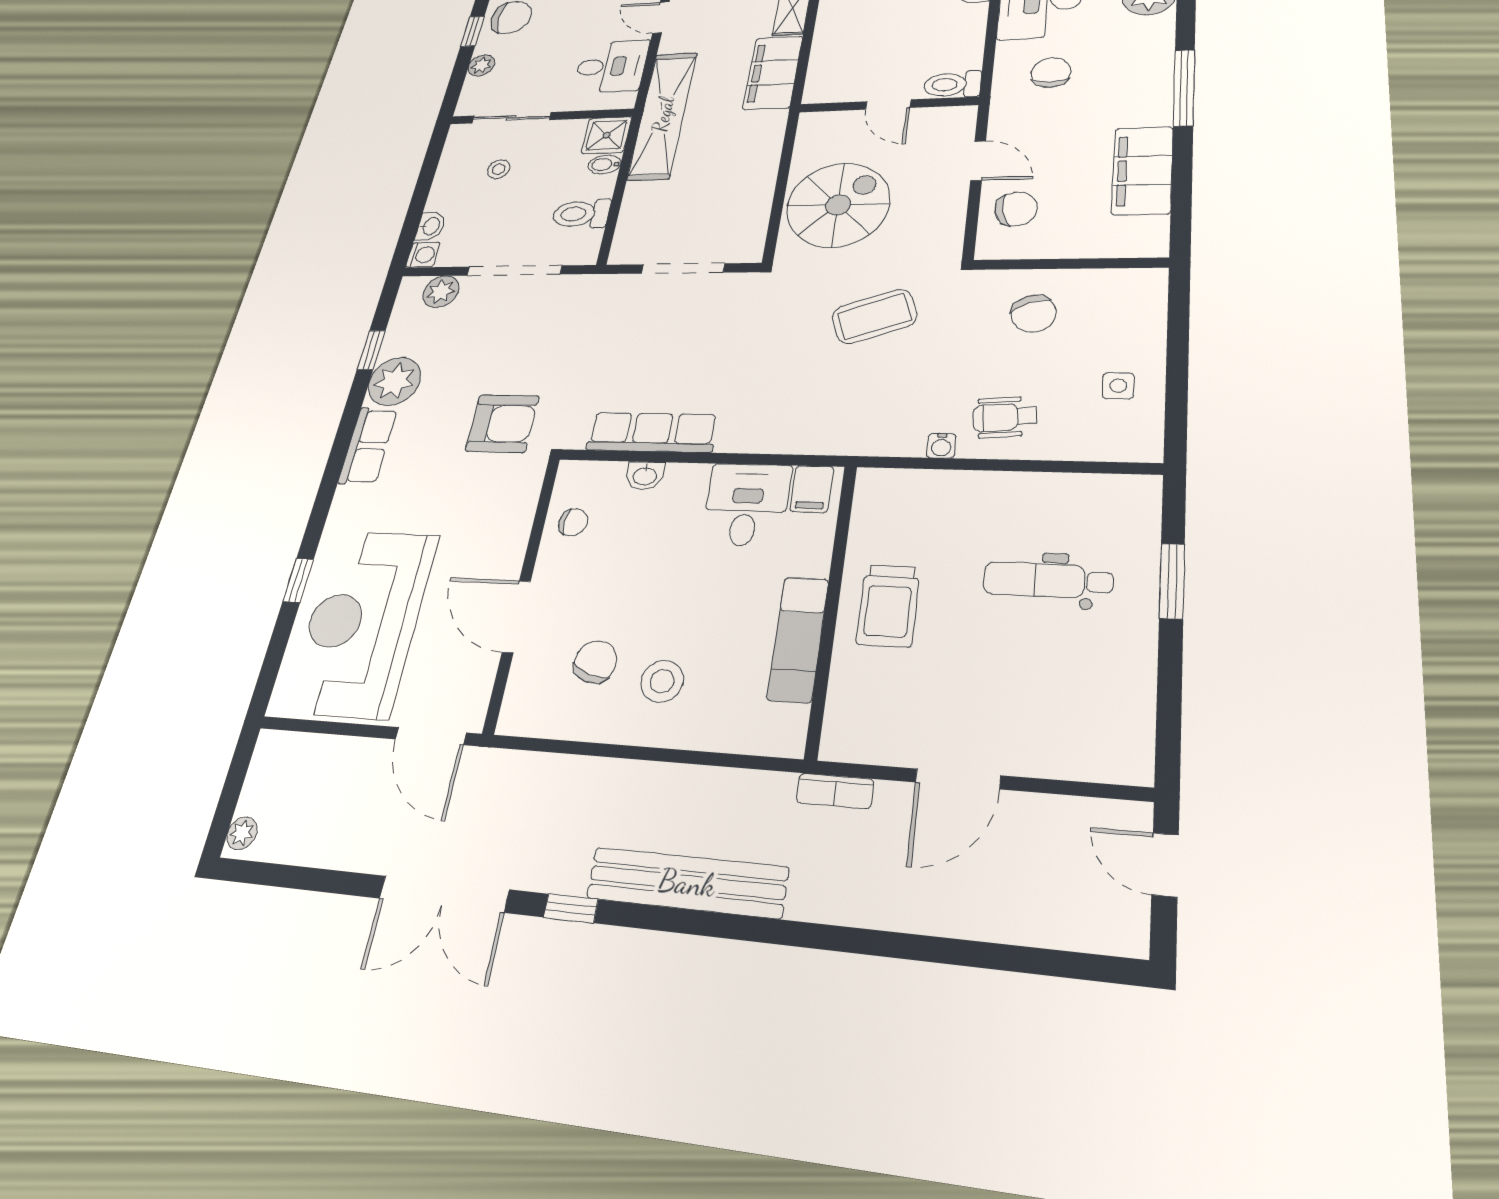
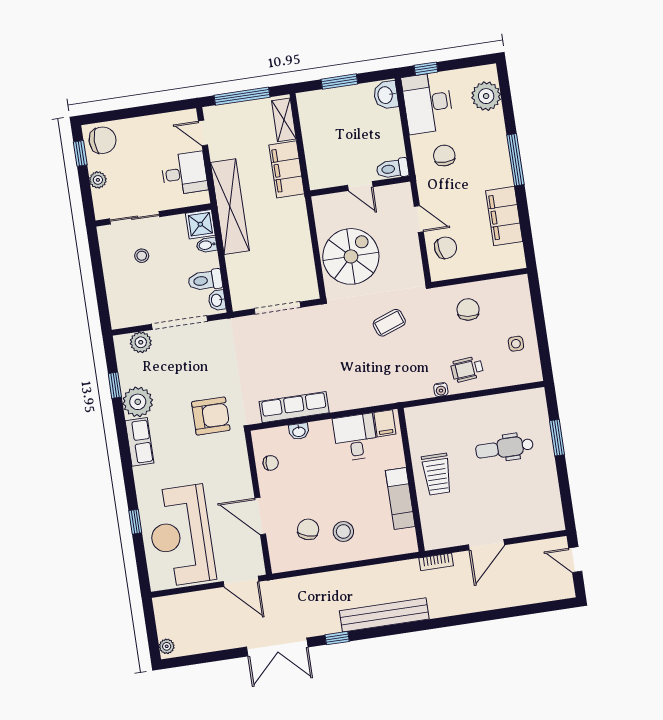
washbasin: (431, 226) -> (217, 300), moved, turned 180
washing machine: (423, 255) -> (119, 320), removed
chair: (1034, 314) -> (468, 310), turned -152
coffee table: (874, 316) -> (389, 323), width x0.73, depth x0.77

